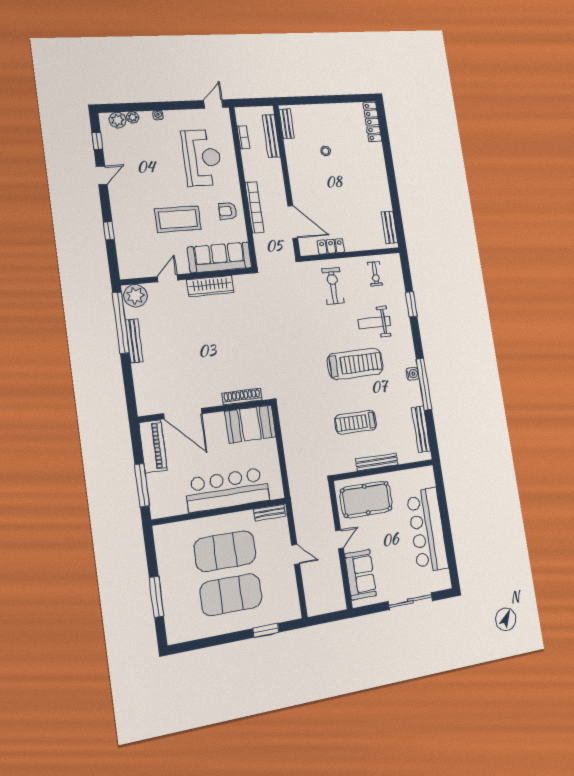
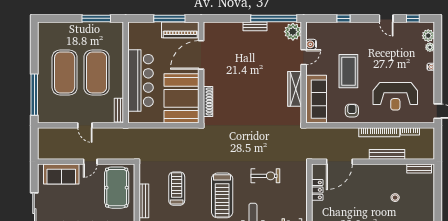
bench: (271, 136) -> (387, 154), moved
bookcase: (255, 207) -> (379, 132), moved
water cooler: (149, 270) -> (311, 44), added
door: (168, 278) -> (304, 57), hinge flipped
exercise bike: (333, 286) -> (265, 176), moved
bench: (134, 341) -> (255, 26), width x0.73
booth: (250, 424) -> (181, 98), width x1.36, depth x1.42
window: (142, 485) -> (169, 18), moved
door: (340, 539) -> (90, 162), hinge flipped
door: (296, 554) -> (85, 125), hinge flipped
window: (156, 597) -> (96, 18), moved
window: (266, 630) -> (34, 95), width x2.11

